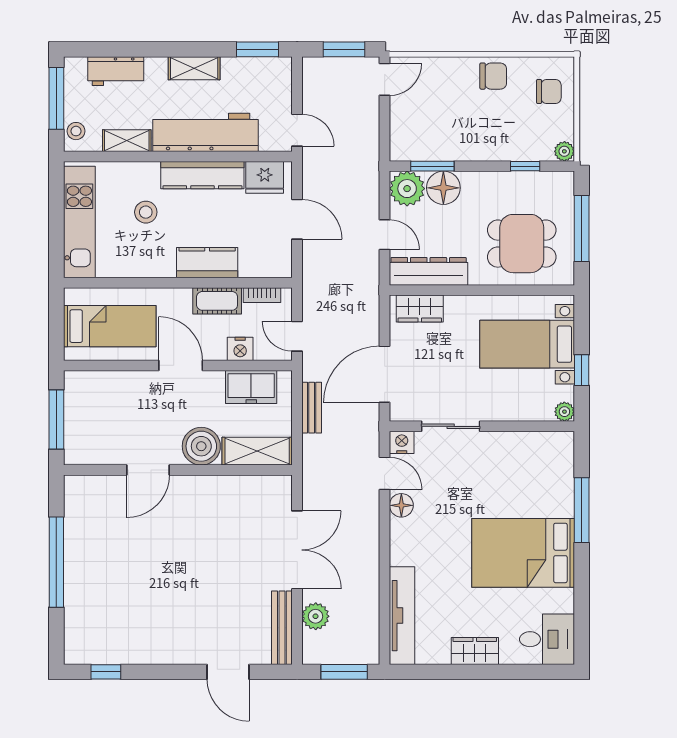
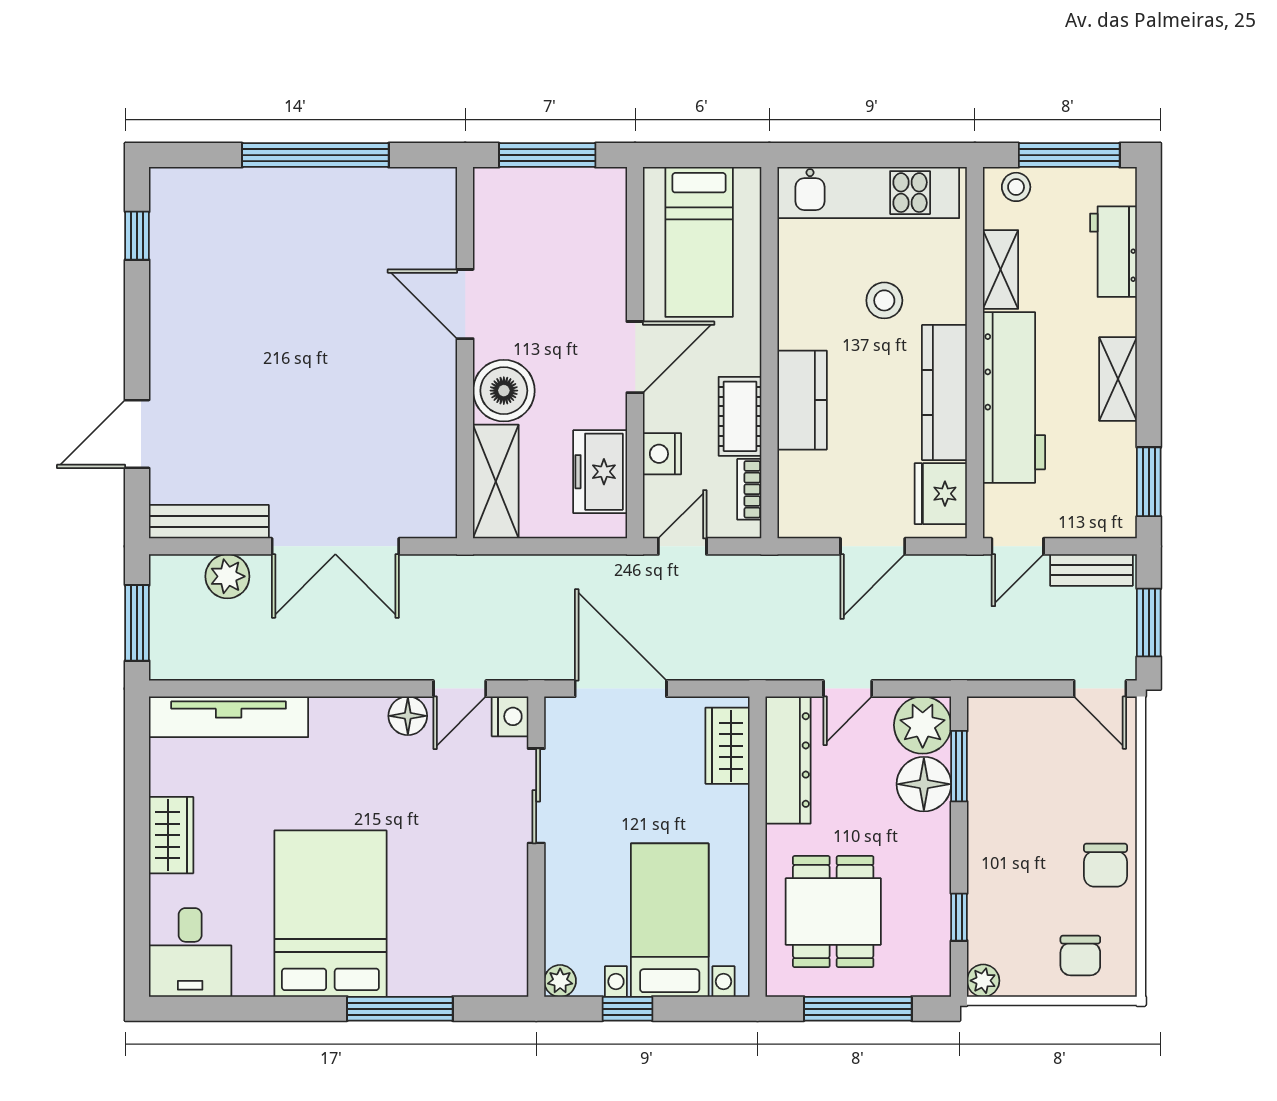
bench: (312, 408) -> (1091, 570), moved

